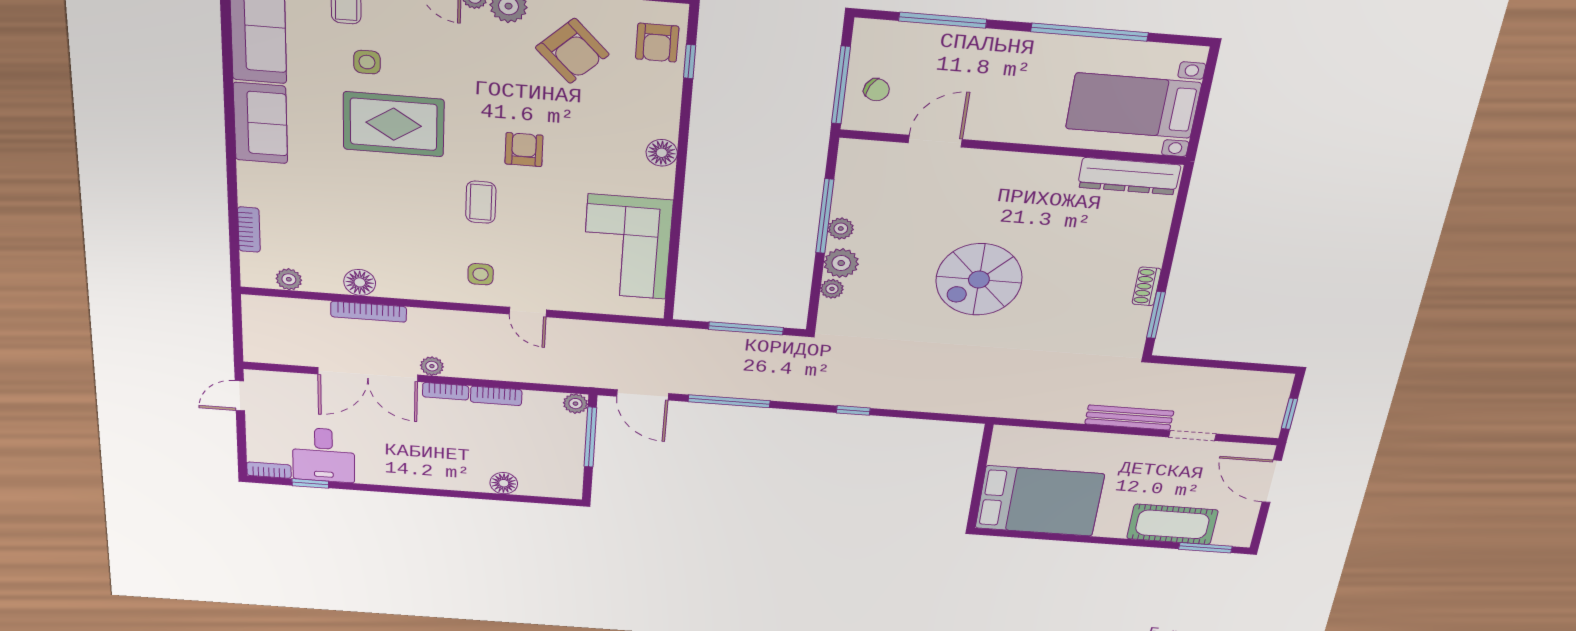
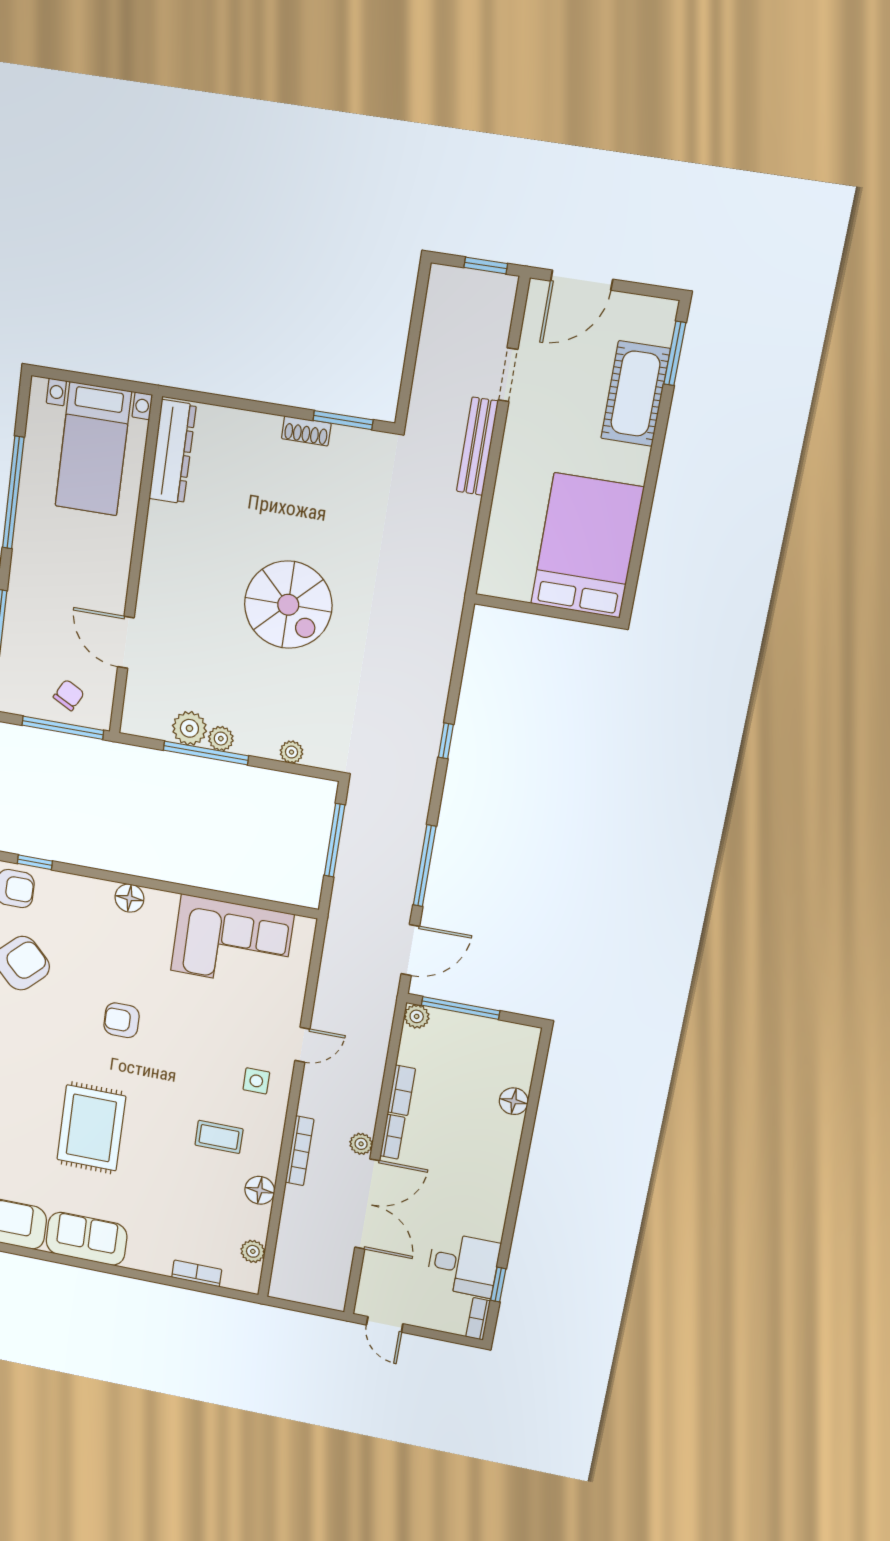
side table: (367, 62) -> (28, 1138), removed
coffee table: (481, 202) -> (219, 1137), moved
plant: (841, 263) -> (189, 728), moved
bookcase: (369, 312) -> (300, 1151), moved

